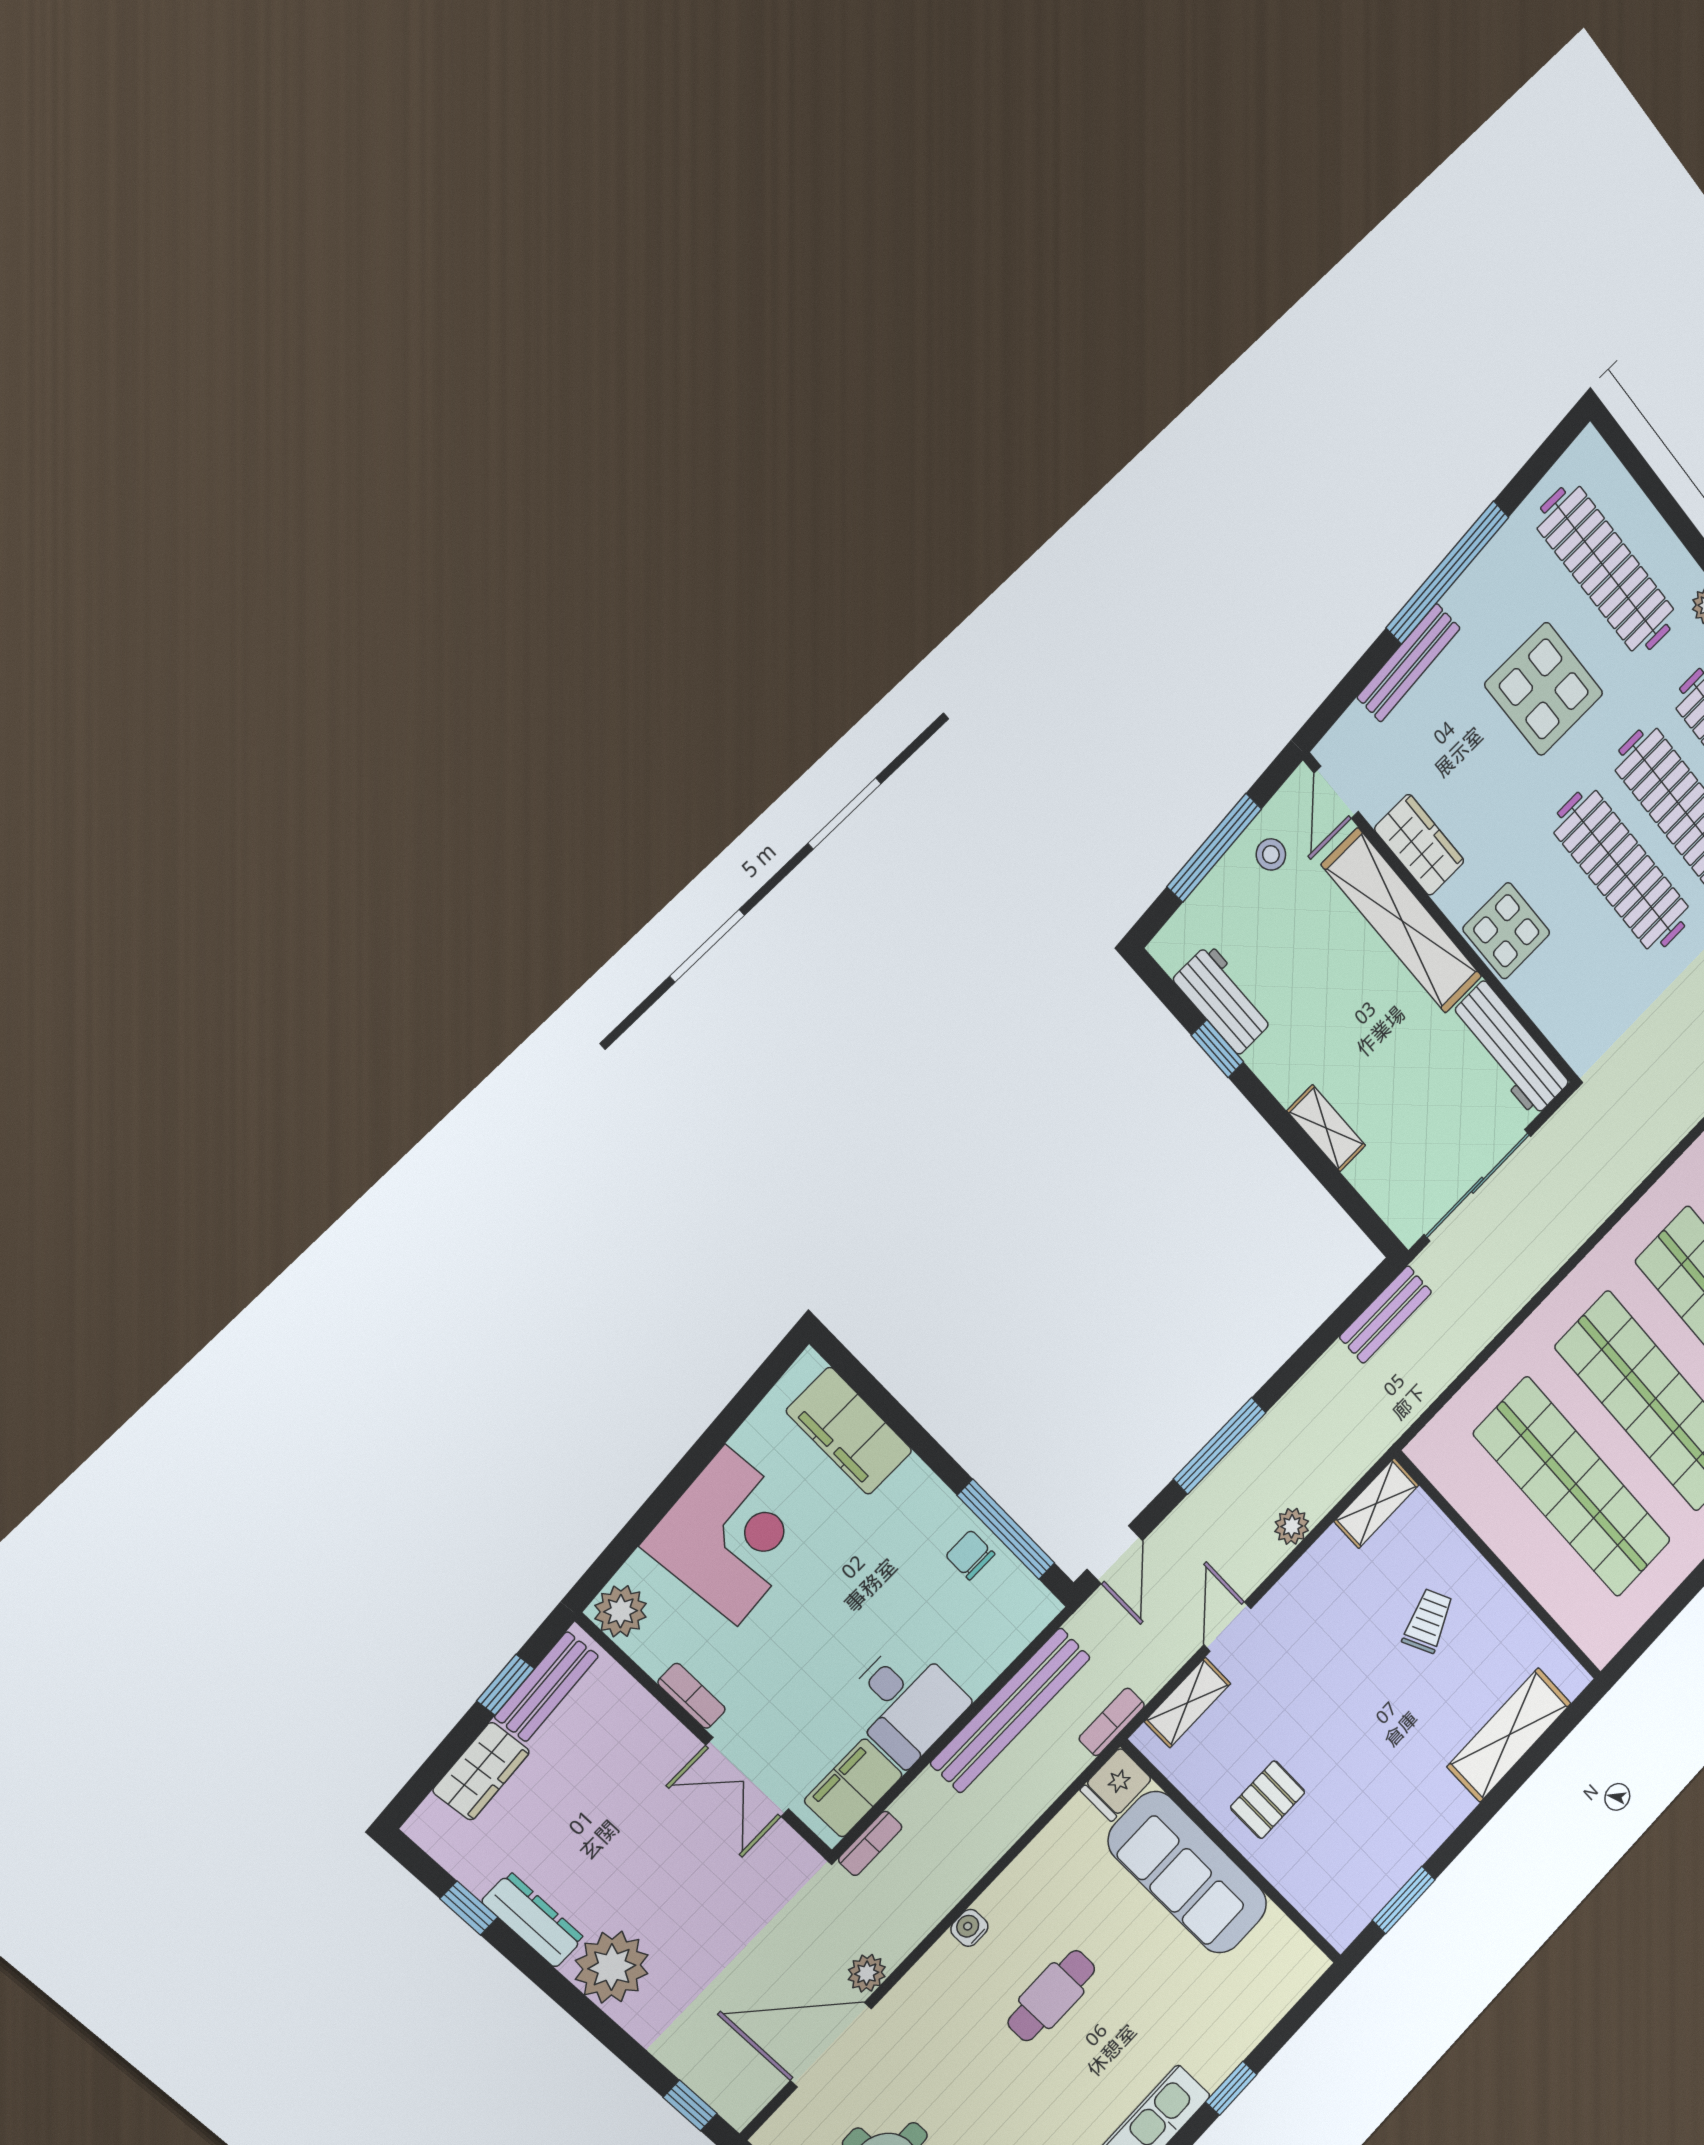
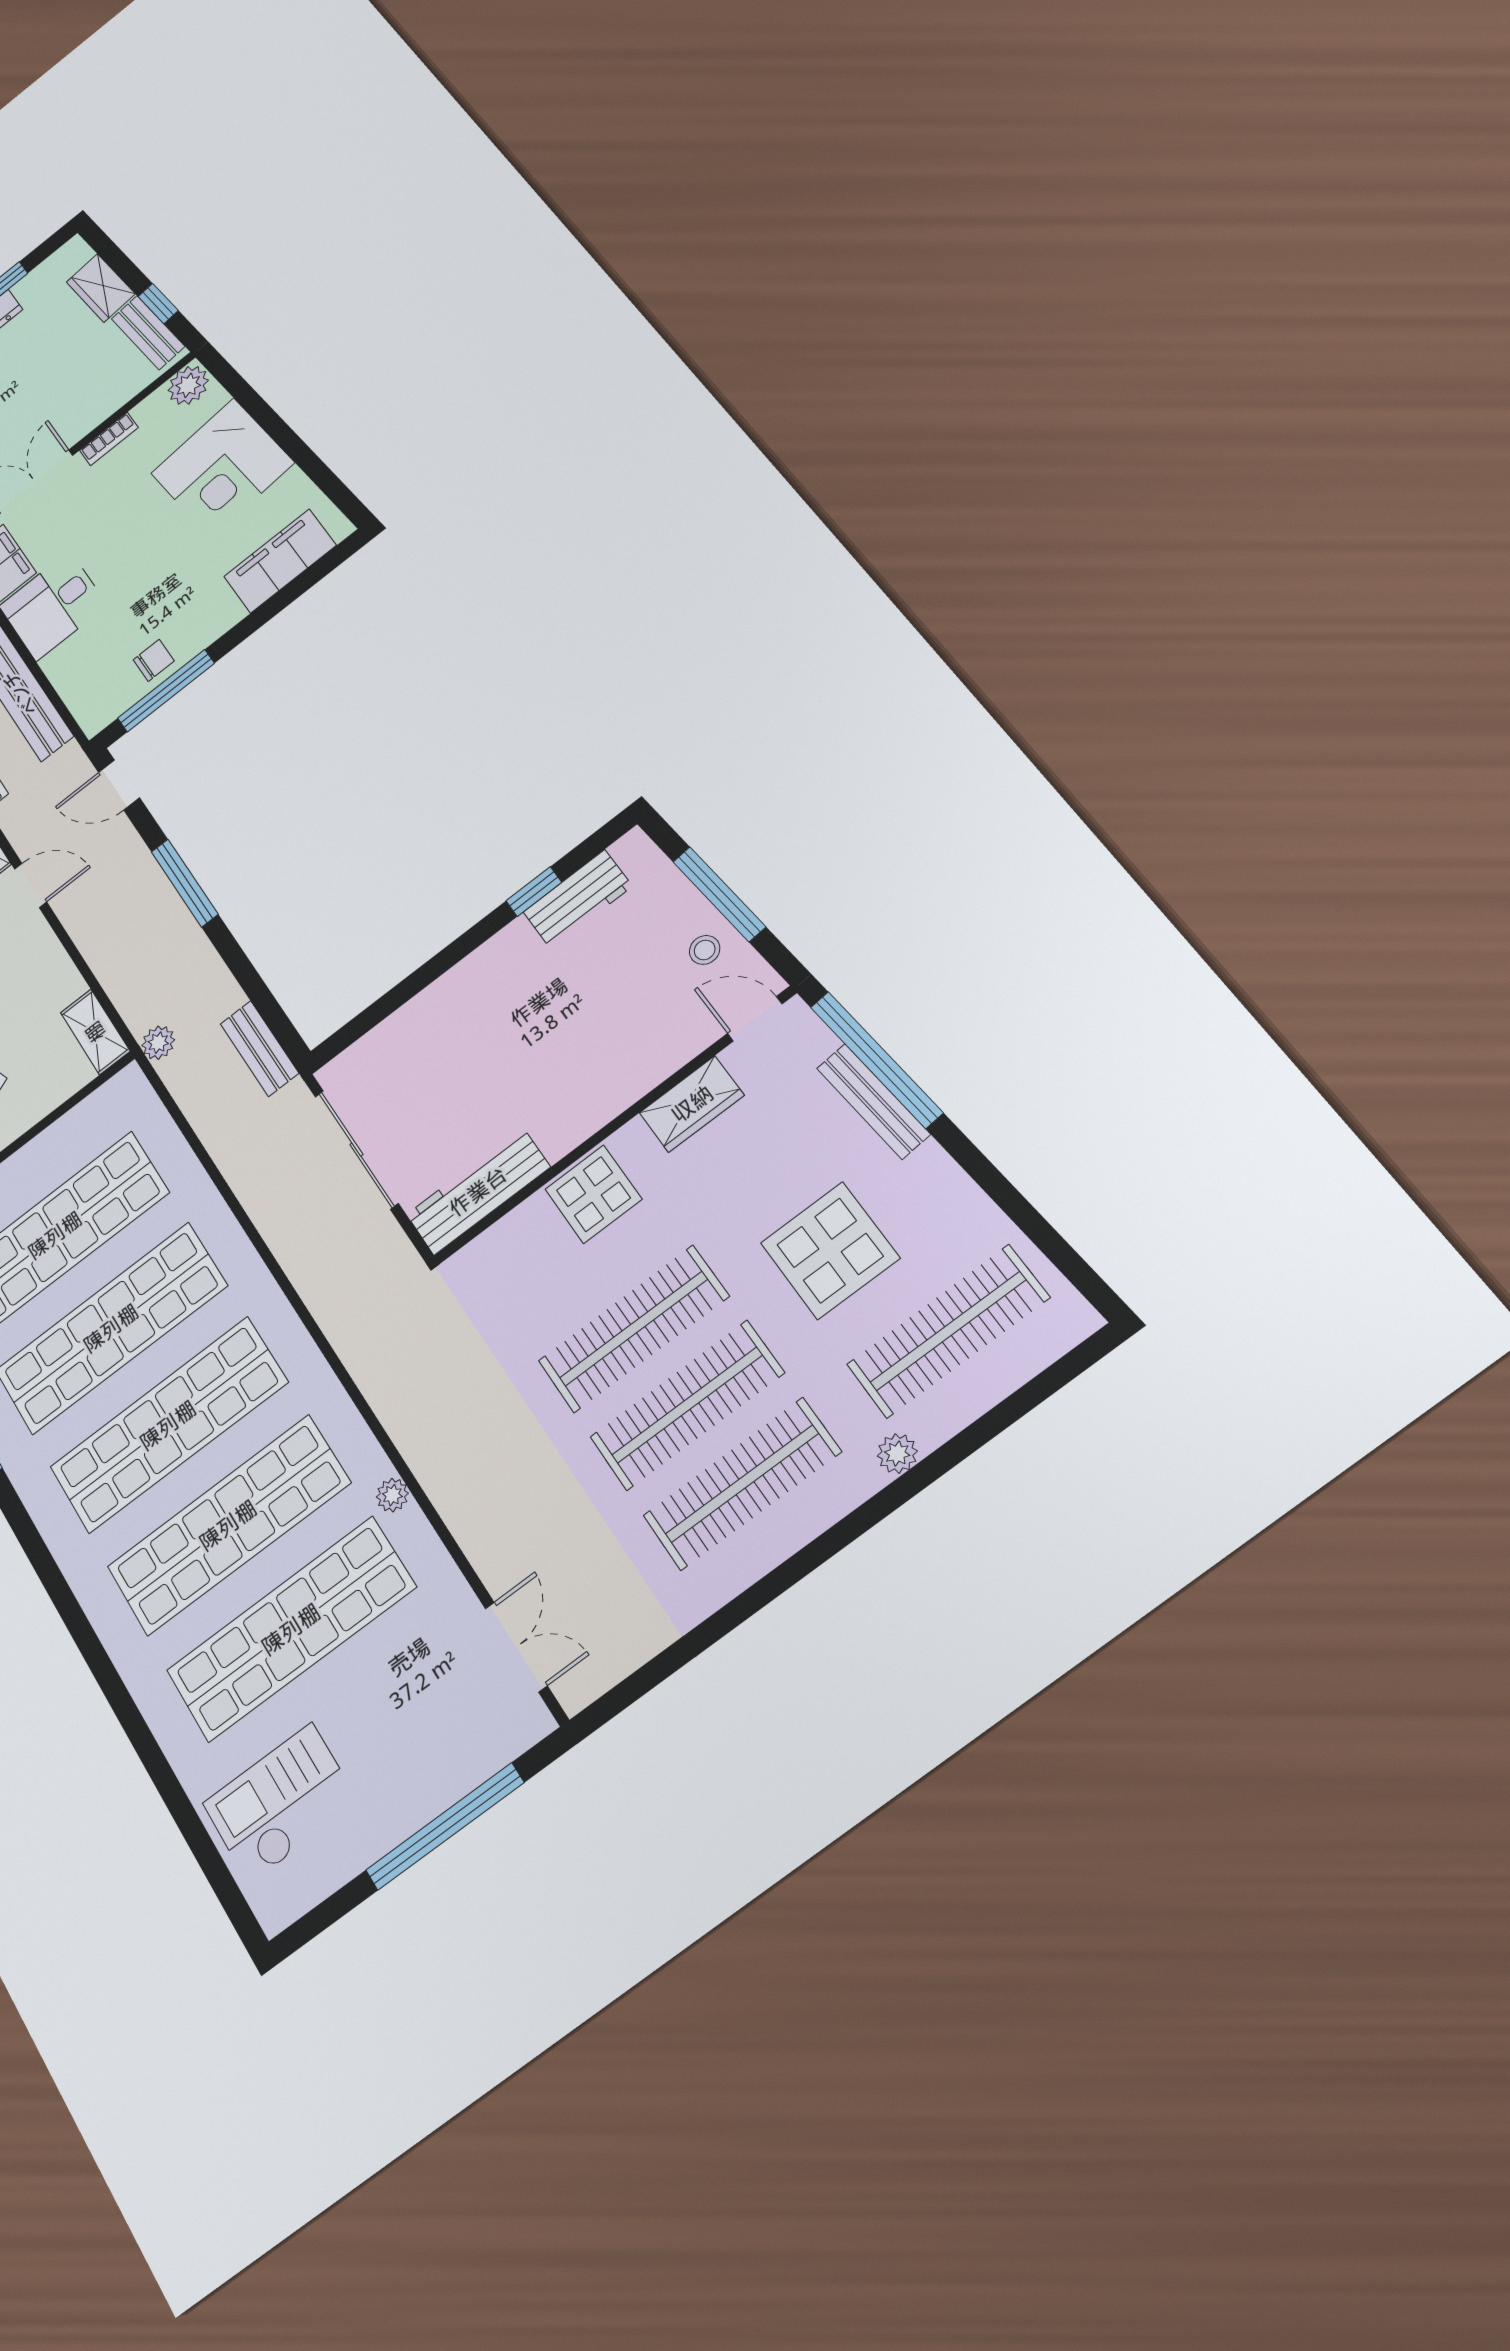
window: (1448, 572) -> (876, 1059), moved
shelving: (1402, 921) -> (621, 1082), removed
shelving: (1326, 1128) -> (441, 996), removed
plant: (1292, 1526) -> (158, 1043), moved

